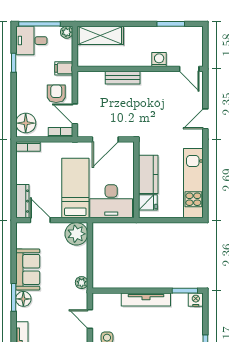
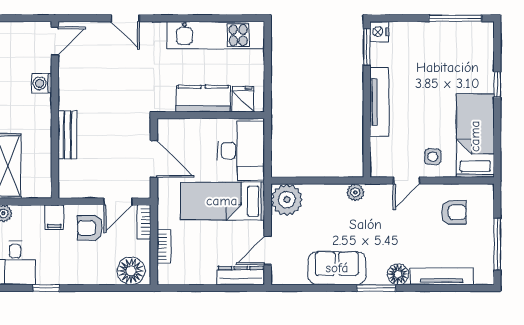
bookcase: (28, 146) -> (164, 247), moved
floor lamp: (23, 299) -> (398, 274), moved

